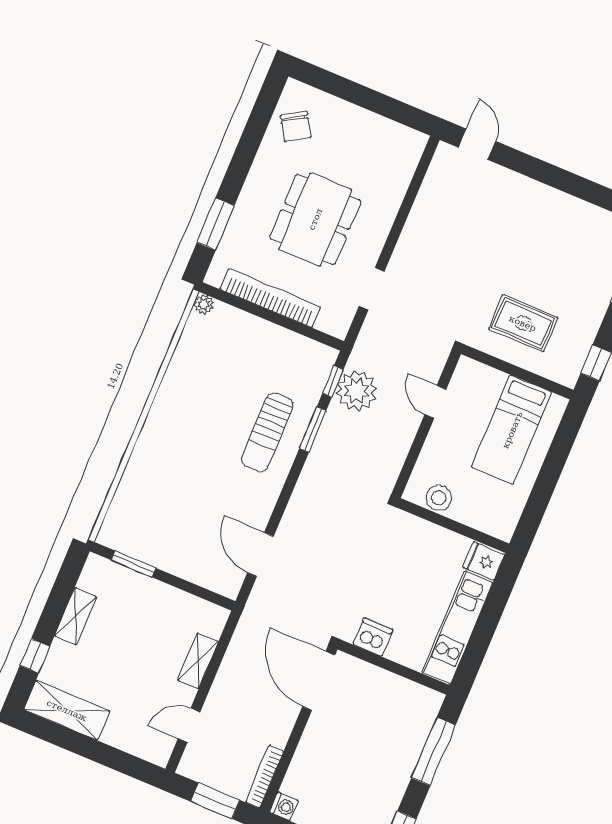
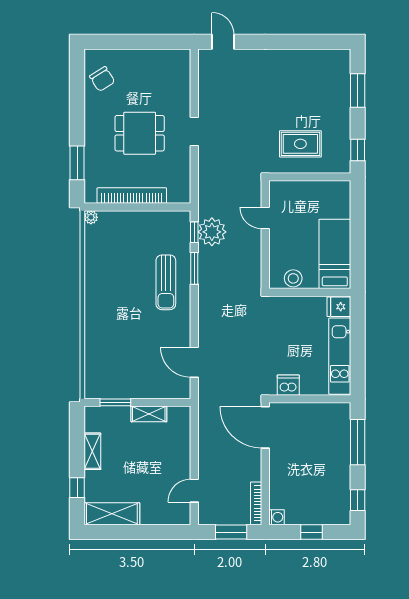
dining table: (315, 219) -> (140, 133), width x0.73
doorway: (372, 289) -> (194, 131), moved
bed: (512, 430) -> (335, 254), moved, turned 180
shelving: (198, 661) -> (149, 414), moved, turned 90

